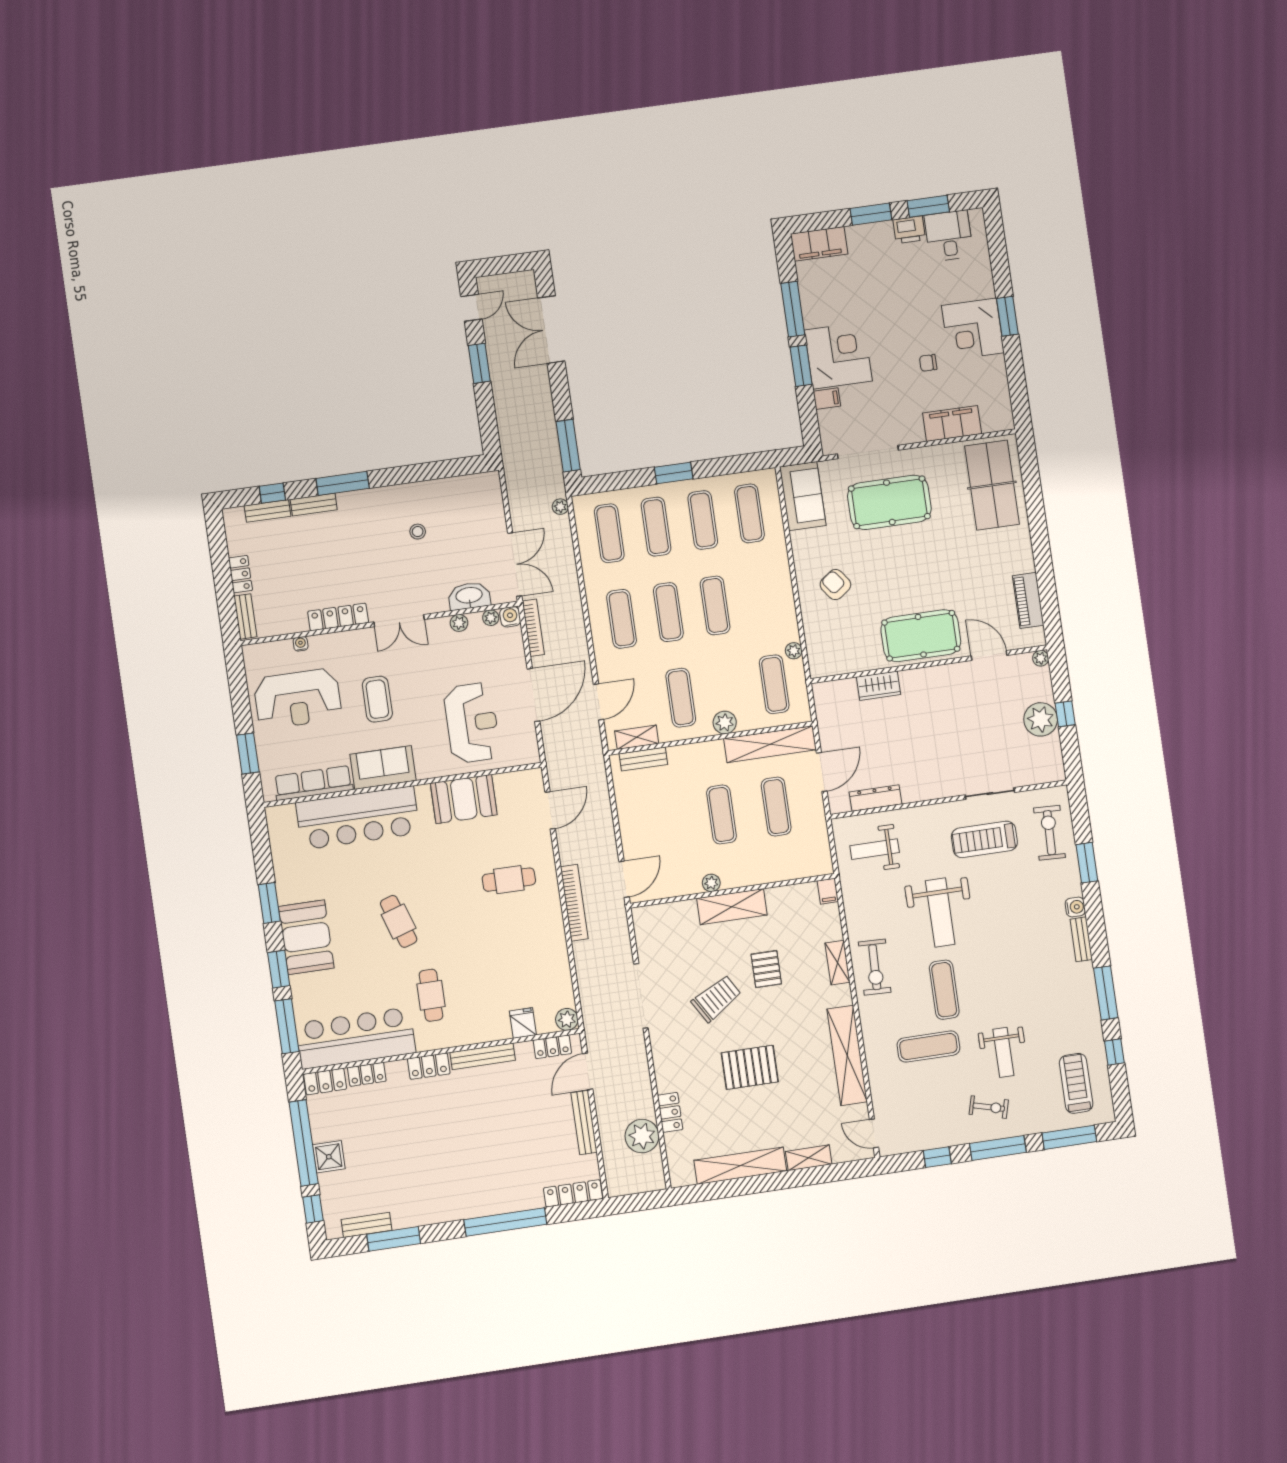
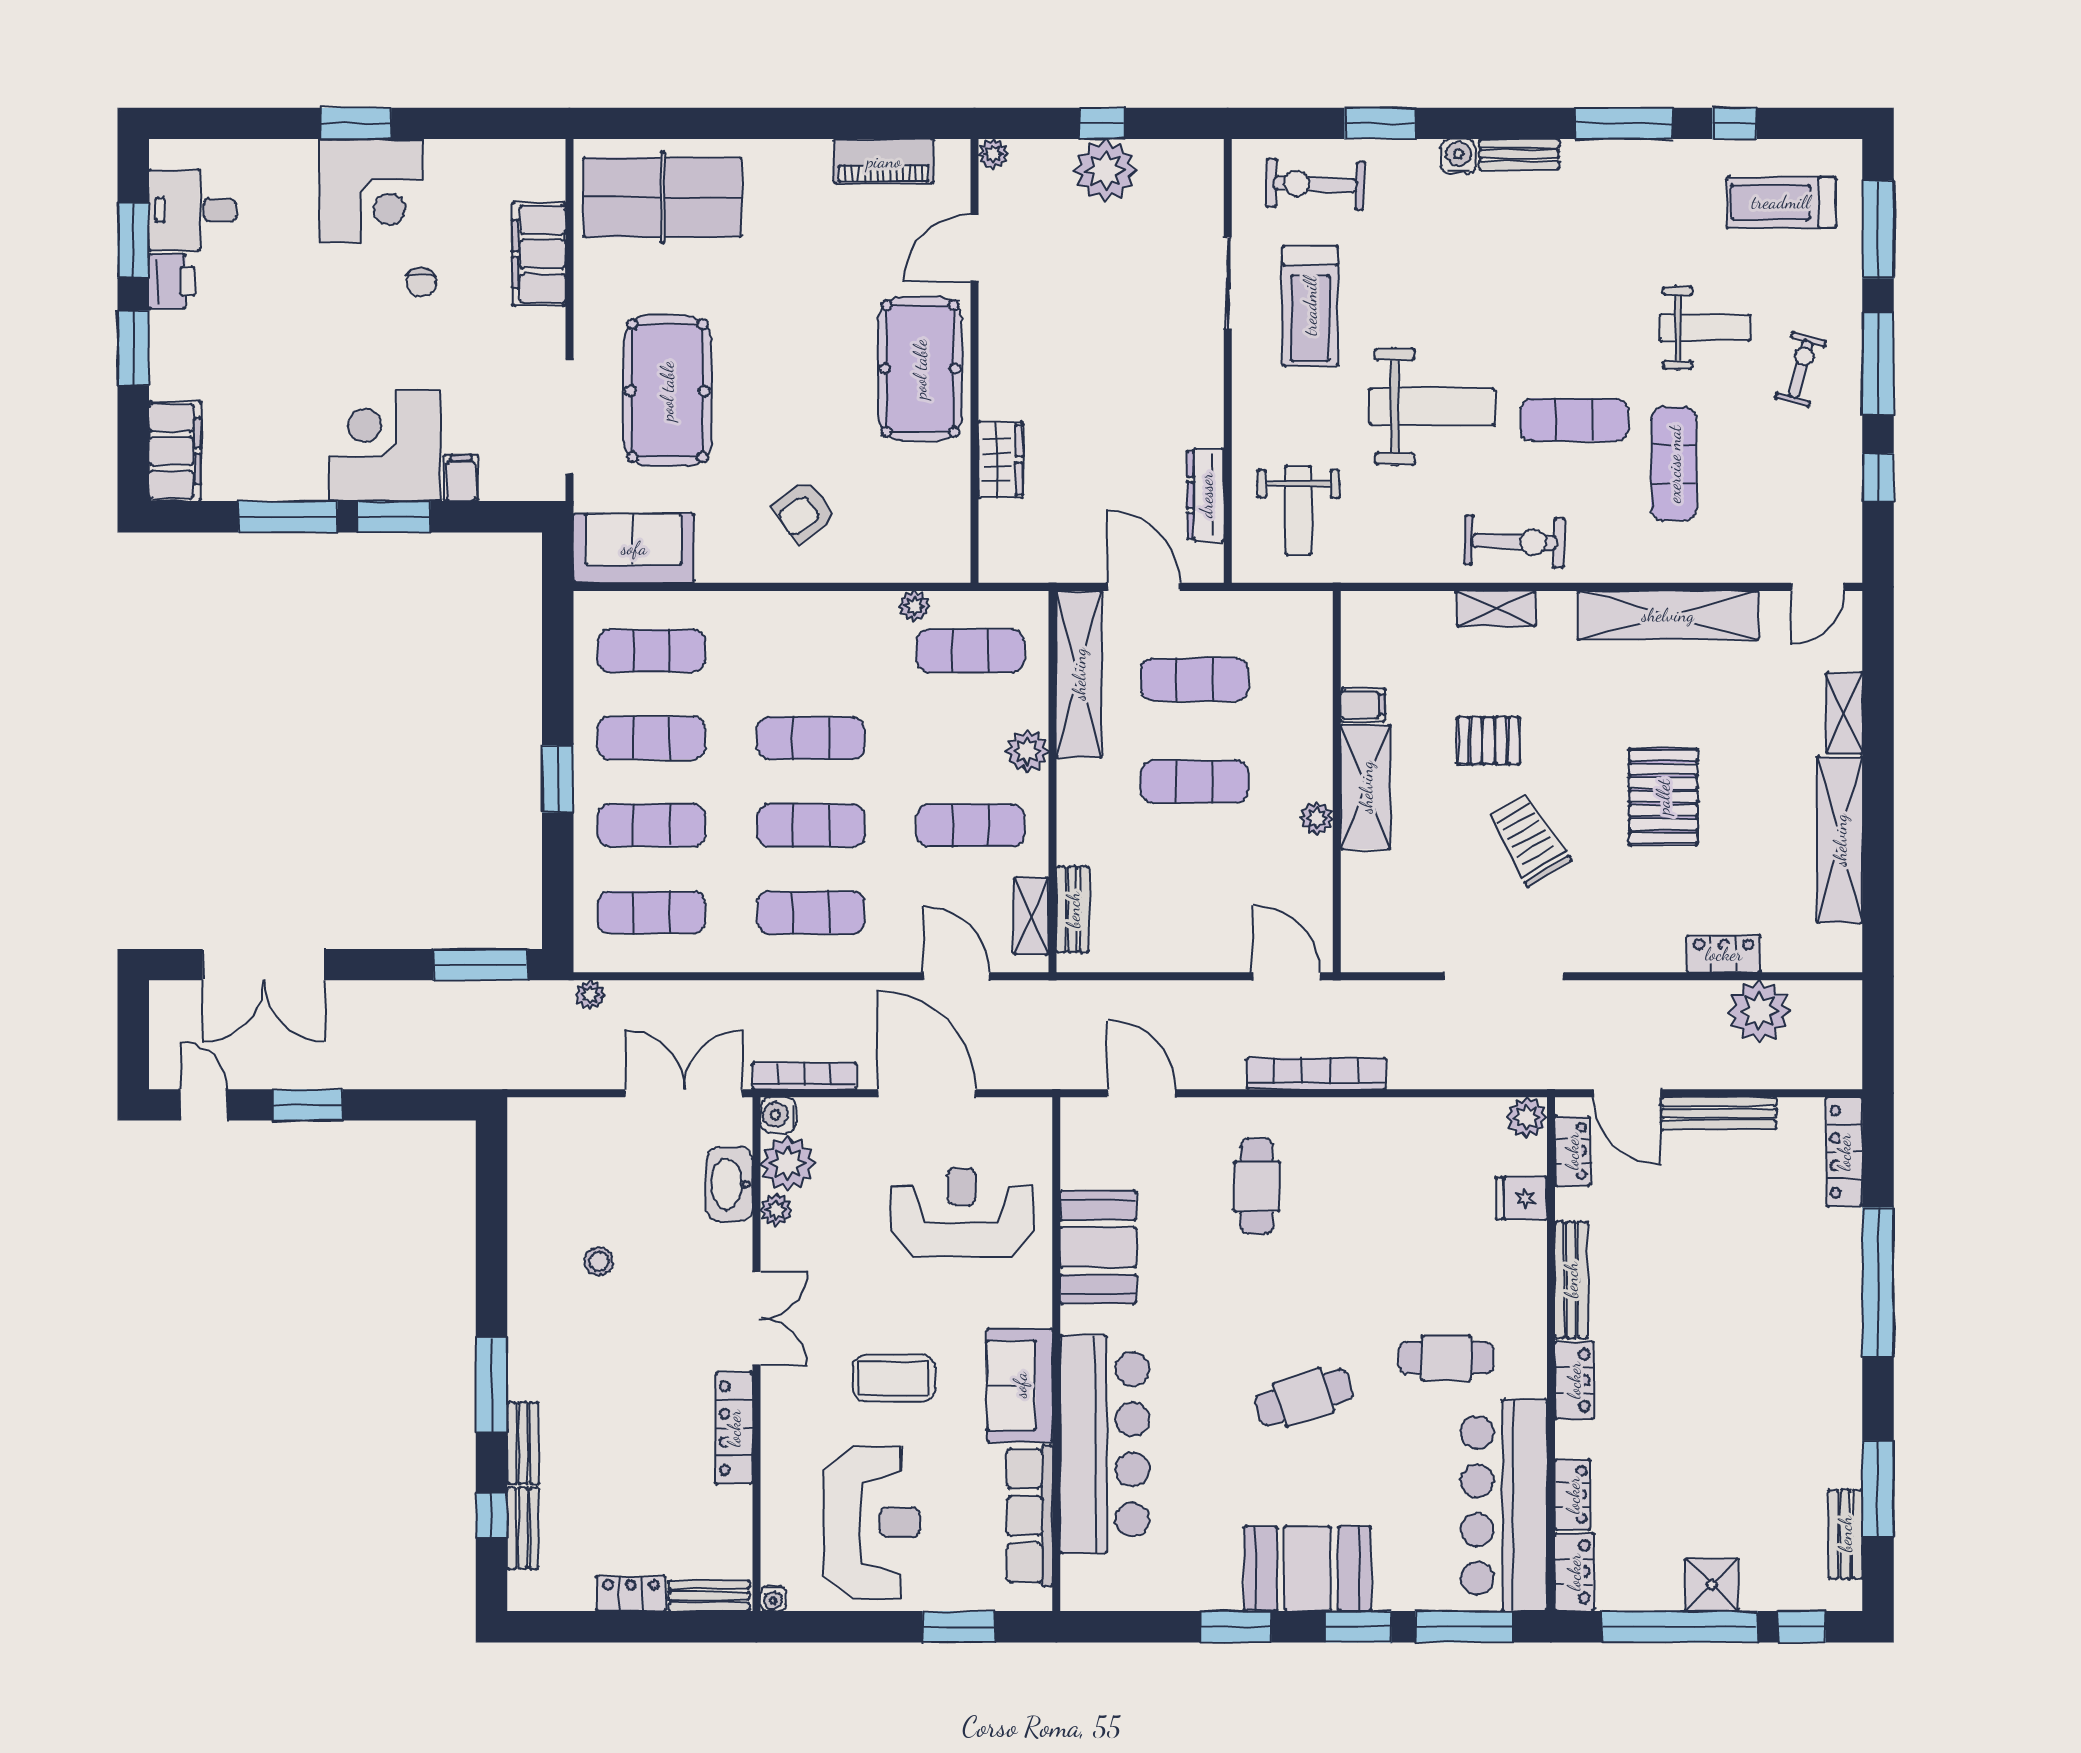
plant: (491, 618) -> (788, 1163), width x1.87, depth x1.87
water cooler: (301, 644) -> (773, 1598), moved, turned -90
filing cabinet: (828, 891) -> (1363, 705), moved

